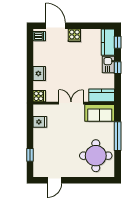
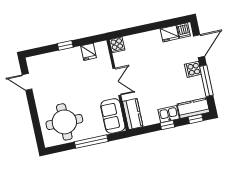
window: (87, 26) -> (206, 81), added
fridge: (39, 73) -> (170, 34), moved
window: (30, 155) -> (65, 45), moved

